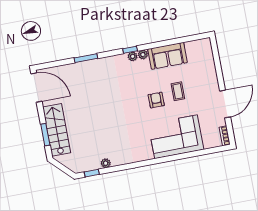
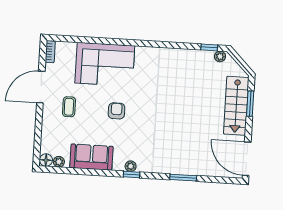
floor lamp: (205, 44) -> (46, 160), added
plant: (143, 55) -> (59, 162), moved
coffee table: (178, 91) -> (69, 107), moved
armchair: (156, 100) -> (117, 111), turned 180
plant: (106, 163) -> (220, 56), moved

